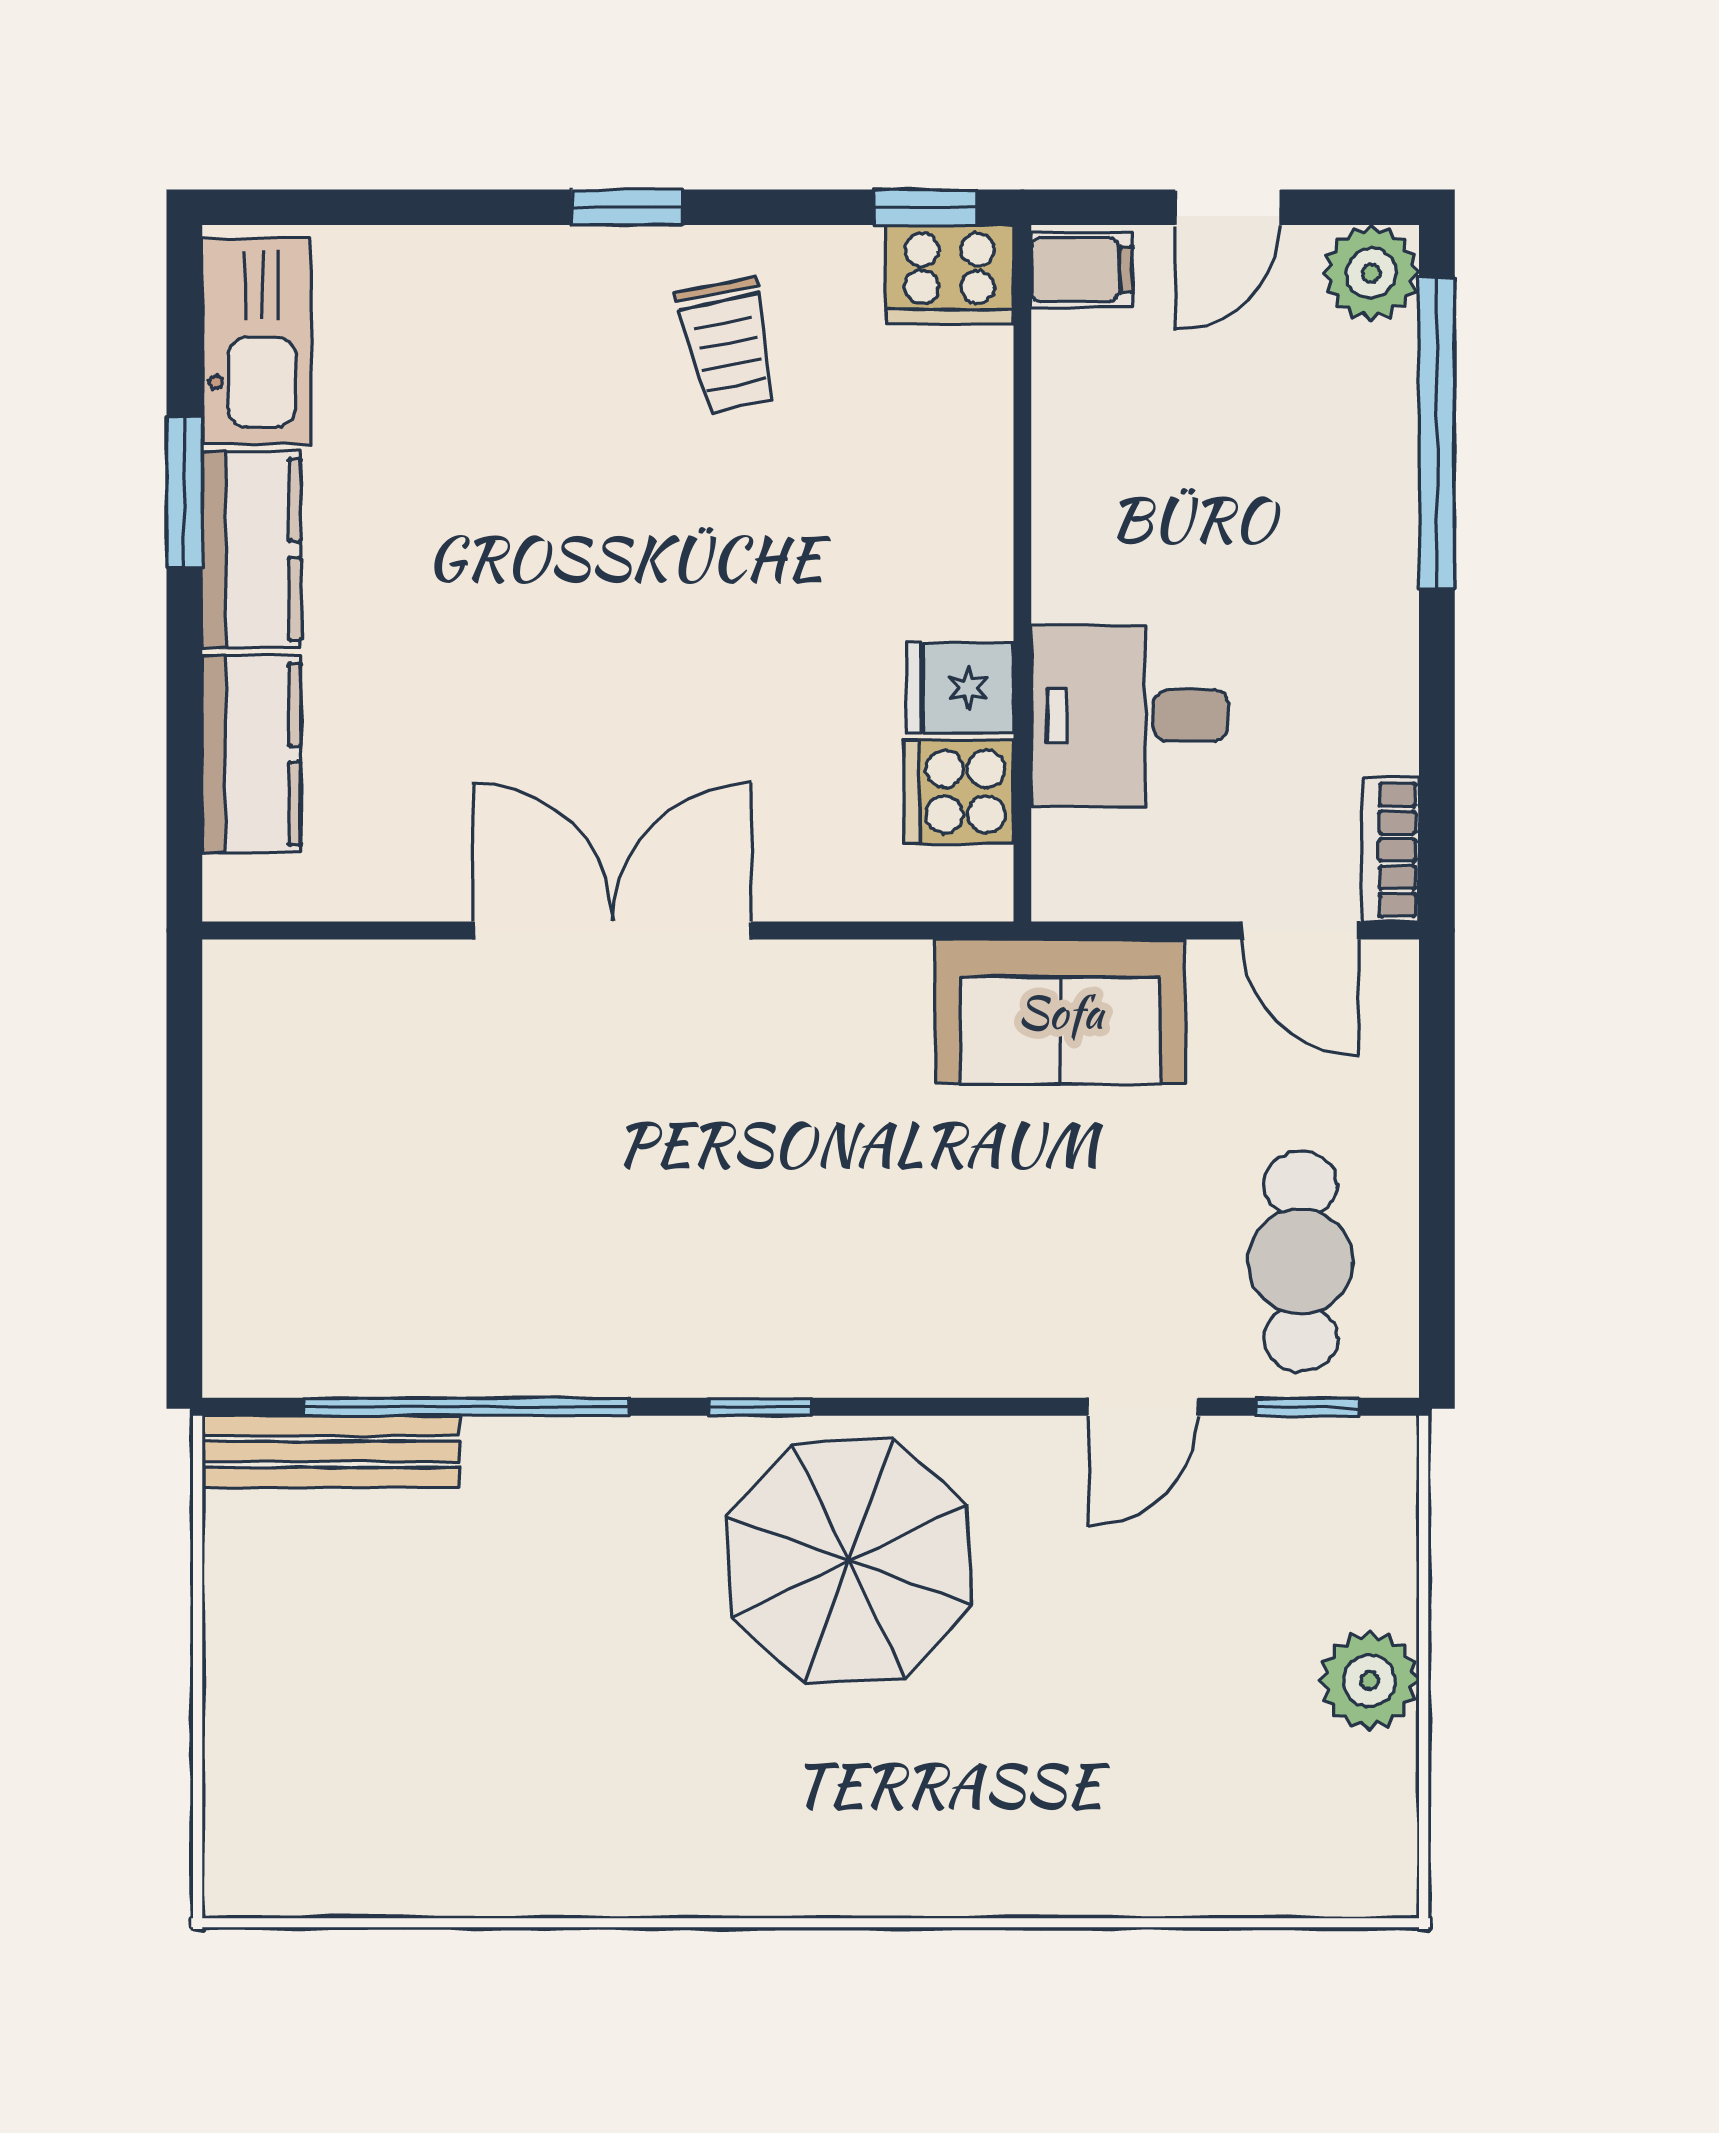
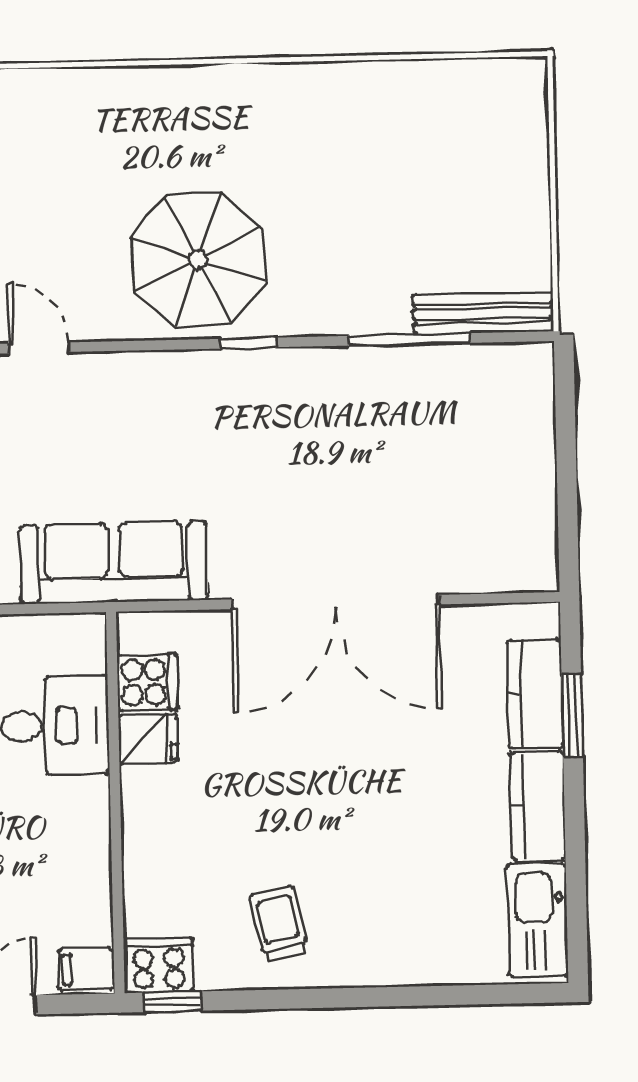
window: (628, 207) -> (336, 998), removed
window: (184, 492) -> (572, 716), moved
double door: (612, 931) -> (335, 602), width x1.36
sofa: (1060, 1012) -> (114, 562), width x1.36
window: (466, 1407) -> (409, 339), width x0.68
door: (1143, 1407) -> (39, 348), hinge flipped

